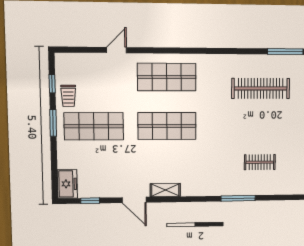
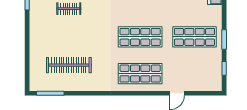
trolley: (68, 96) -> (213, 59), removed

